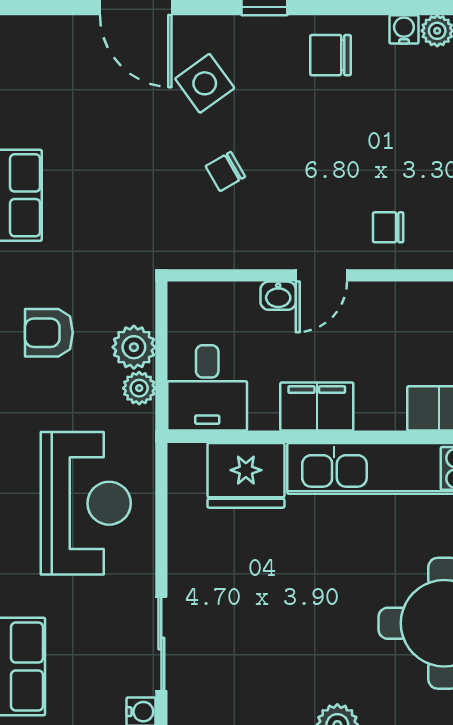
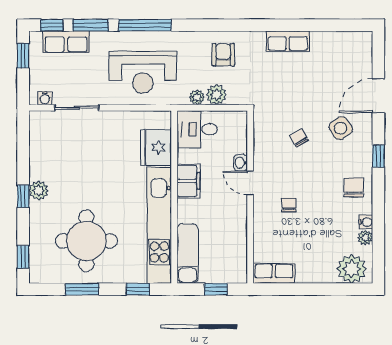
chair: (388, 227) -> (289, 205), moved

